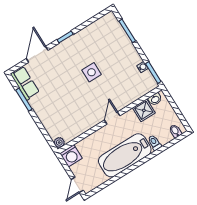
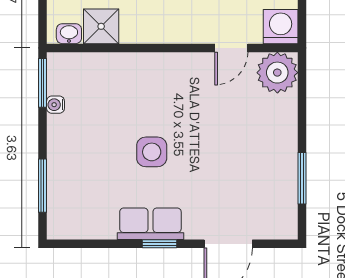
row of seats: (25, 83) -> (150, 224), moved, turned 90
door: (112, 118) -> (231, 48), moved
plant: (59, 143) -> (277, 73), width x1.87, depth x1.87

